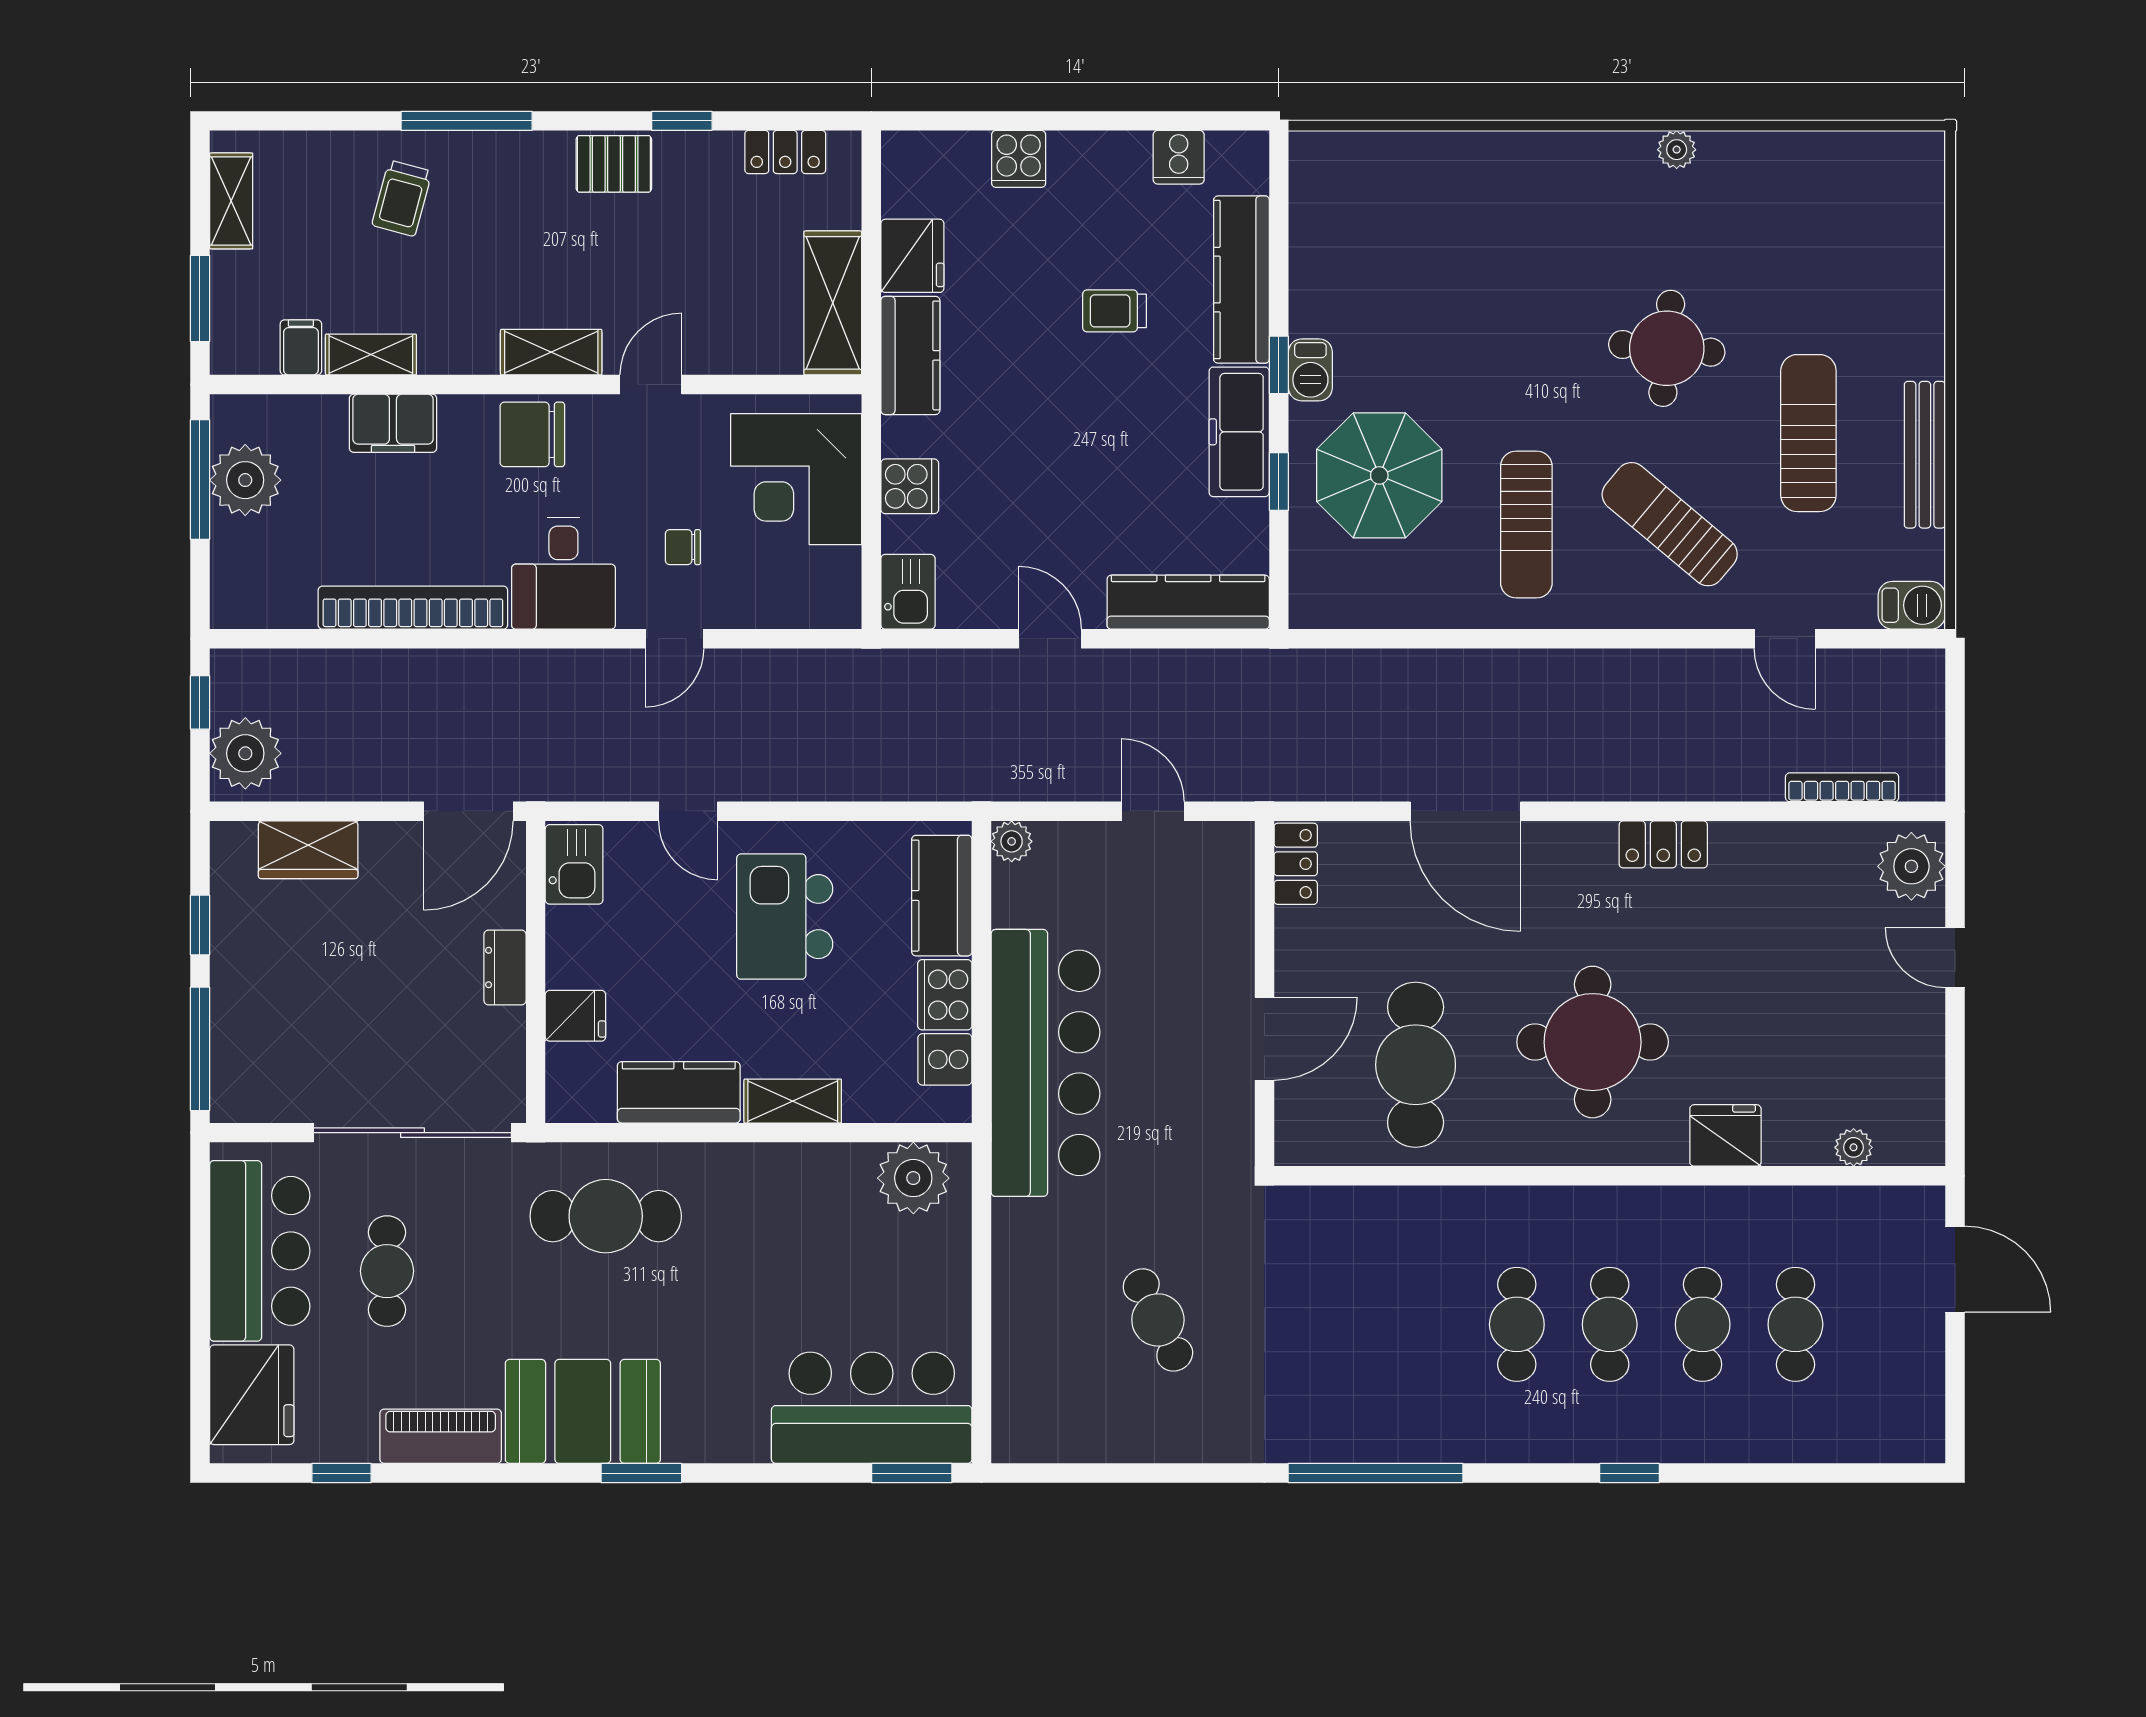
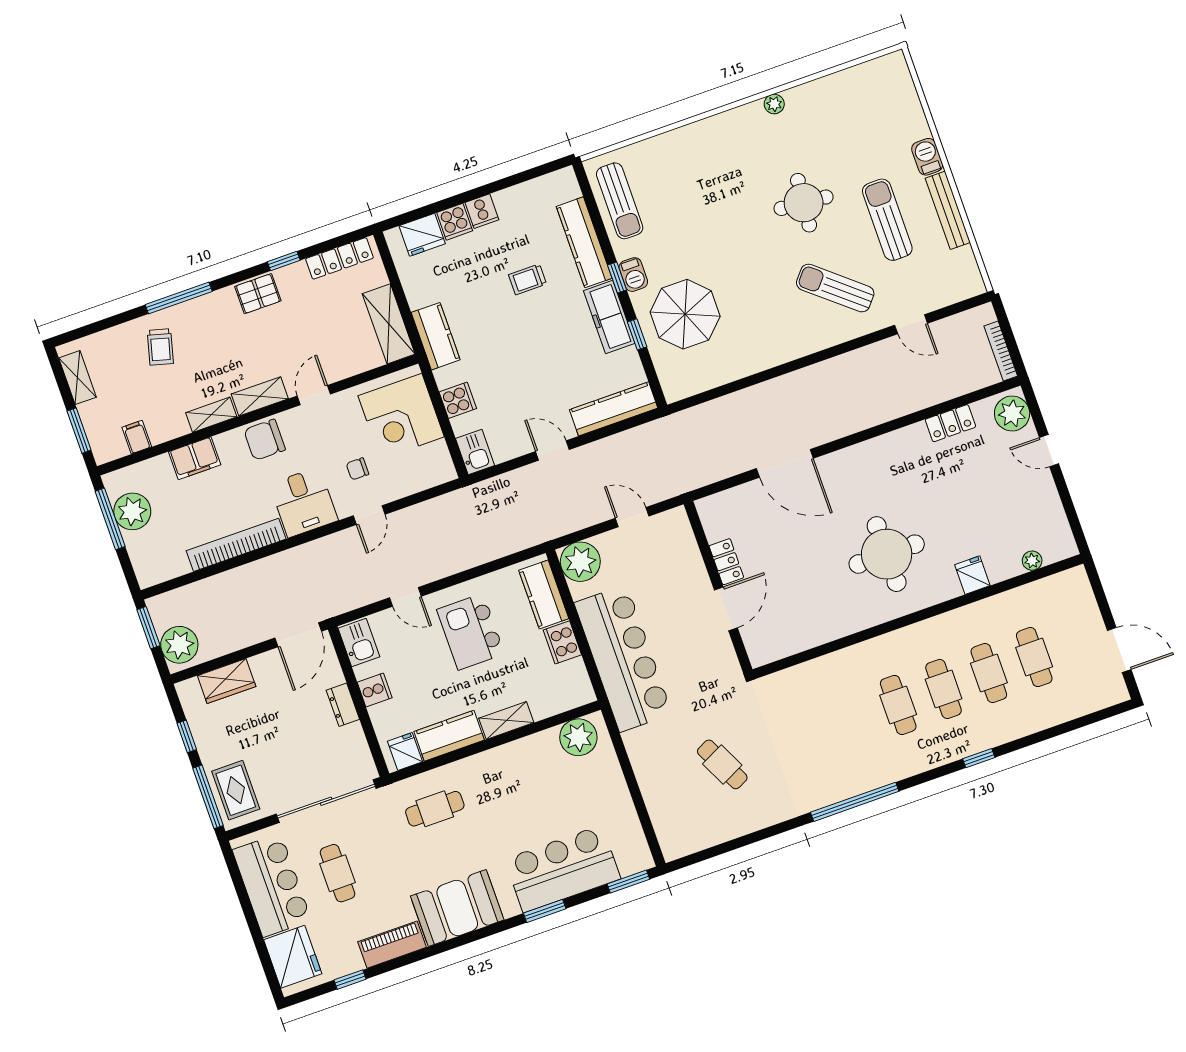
locker: (785, 152) -> (339, 258), width x1.53
cooker: (1179, 157) -> (482, 211), moved
fridge: (912, 256) -> (422, 235), moved, turned 90
shelving: (371, 355) -> (211, 415), moved
sun lounger: (1526, 525) -> (620, 201), moved
barbecue: (1912, 605) -> (927, 157), moved, turned -90
window: (200, 702) -> (148, 628), width x1.50
bookcase: (1842, 787) -> (1001, 351), moved, turned -90
plant: (1012, 841) -> (580, 562), width x1.88, depth x1.88
locker: (1663, 844) -> (950, 423), moved
locker: (1296, 864) -> (726, 562), moved
fridge: (575, 1016) -> (405, 752), moved, turned -90
rug: (255, 1055) -> (236, 790), added
cooker: (945, 1059) -> (375, 690), moved, turned 180
cafe table: (1416, 1065) -> (804, 596), removed
fridge: (1725, 1135) -> (972, 575), width x0.72
cafe table: (606, 1216) -> (435, 809), width x0.73, depth x0.74
door: (1955, 1269) -> (1119, 650), moved
bar counter: (872, 1408) -> (563, 869), moved
window: (641, 1473) -> (545, 911), moved

